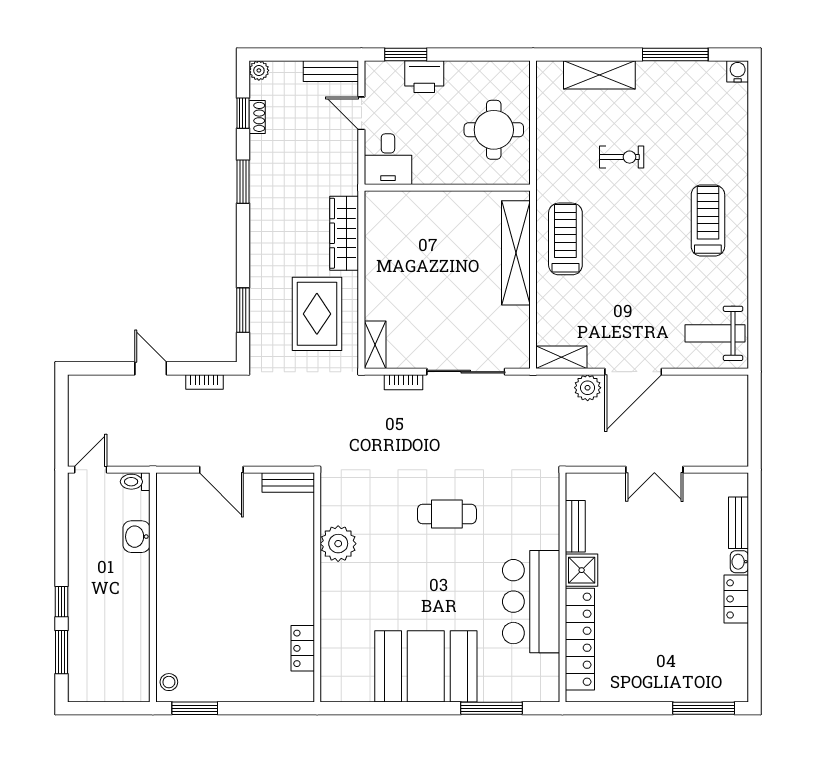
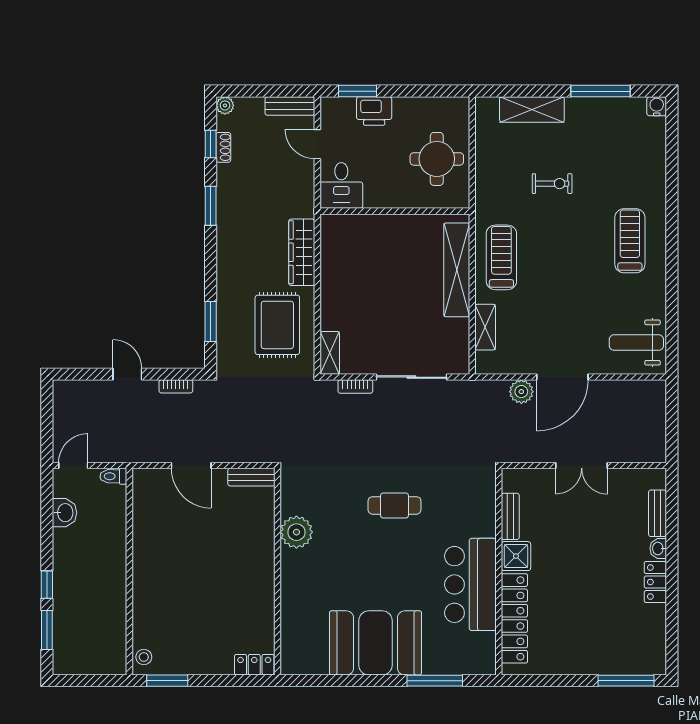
shelving: (561, 357) -> (485, 327), moved, turned 90
washbasin: (136, 537) -> (65, 513), moved, turned 180
locker: (303, 648) -> (254, 665), moved, turned 90

